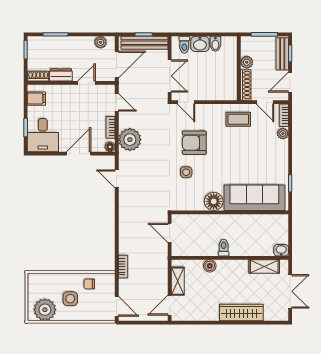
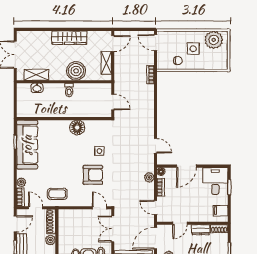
plant: (130, 140) -> (149, 177), width x0.53, depth x0.53
sofa: (254, 198) -> (27, 145), moved, turned -90
washbasin: (281, 250) -> (37, 88), moved
boiler: (210, 266) -> (76, 71), width x1.86, depth x1.86
wardrobe: (241, 312) -> (69, 38), moved

